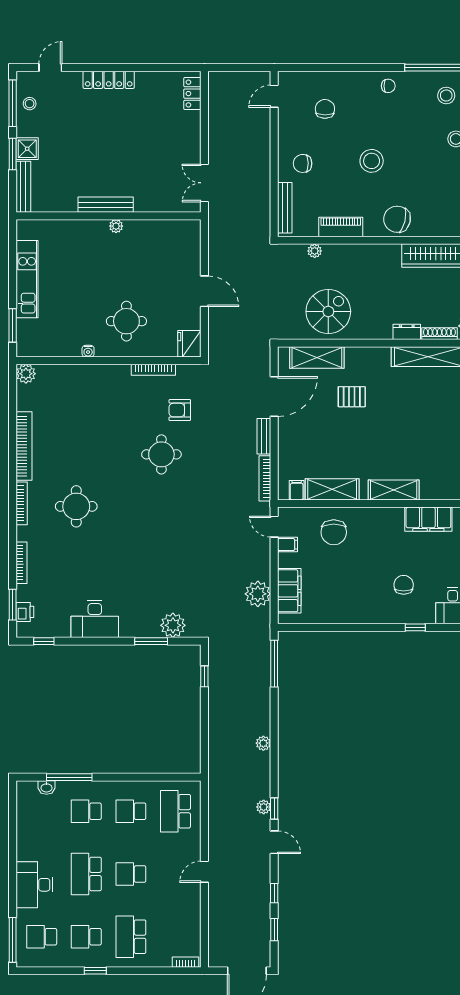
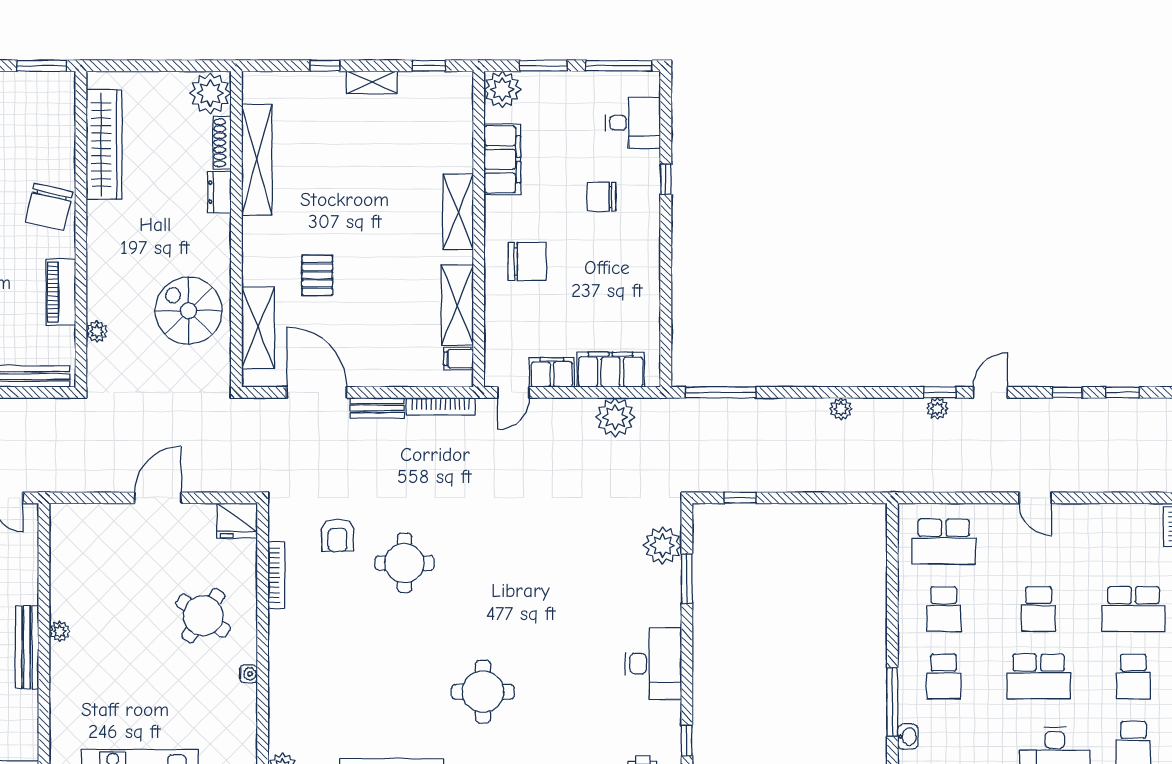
round table: (126, 321) -> (203, 616), turned 35
chair: (334, 532) -> (527, 261), moved
filing cabinet: (288, 545) -> (552, 372), width x2.00

